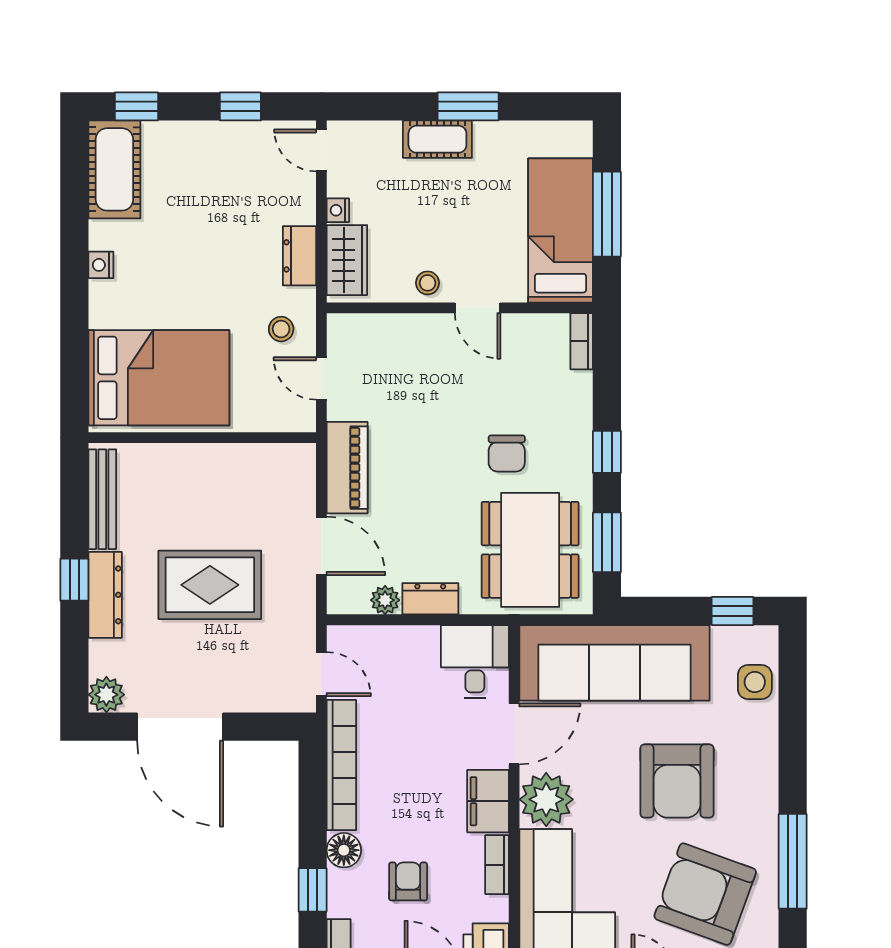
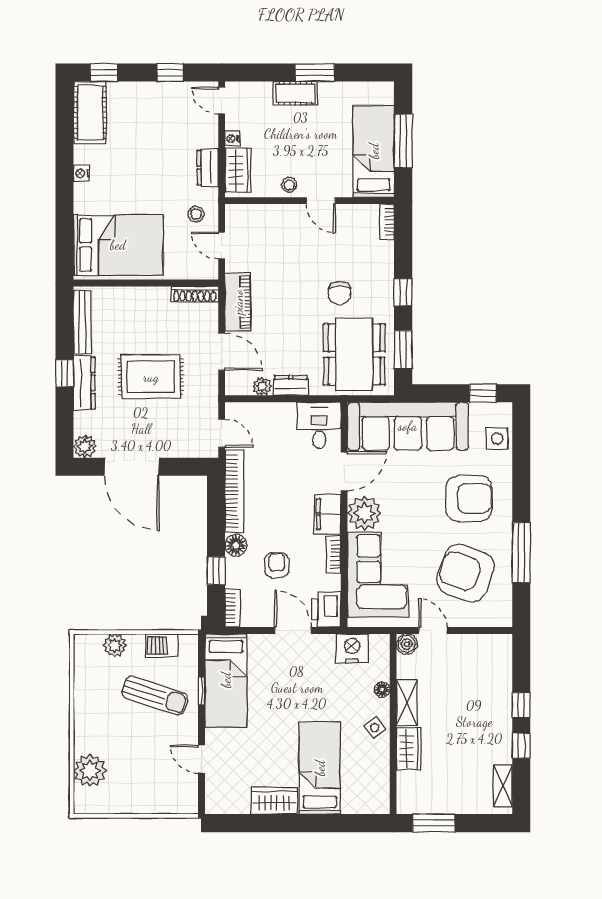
shoe rack: (279, 455) -> (195, 294), added
armchair: (677, 781) -> (469, 498), moved, turned -90

